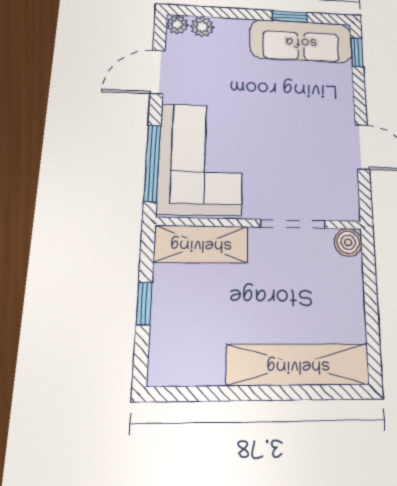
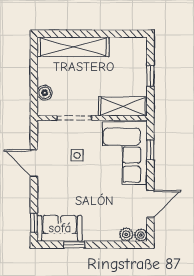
sofa: (301, 41) -> (60, 228), width x0.73
side table: (287, 157) -> (77, 155), added
window: (152, 163) -> (150, 150), width x0.46
boiler: (348, 242) -> (45, 93), moved

